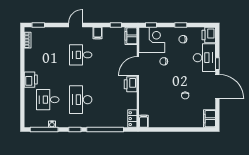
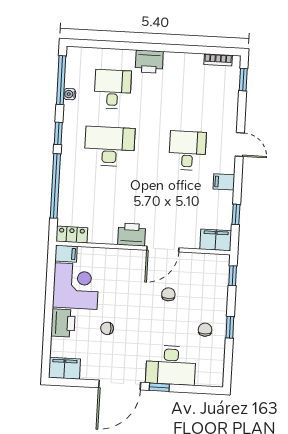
printer: (209, 35) -> (63, 323), moved, turned 90
corner desk: (152, 40) -> (76, 286), moved, turned -90
door: (138, 66) -> (163, 249), swing flipped

